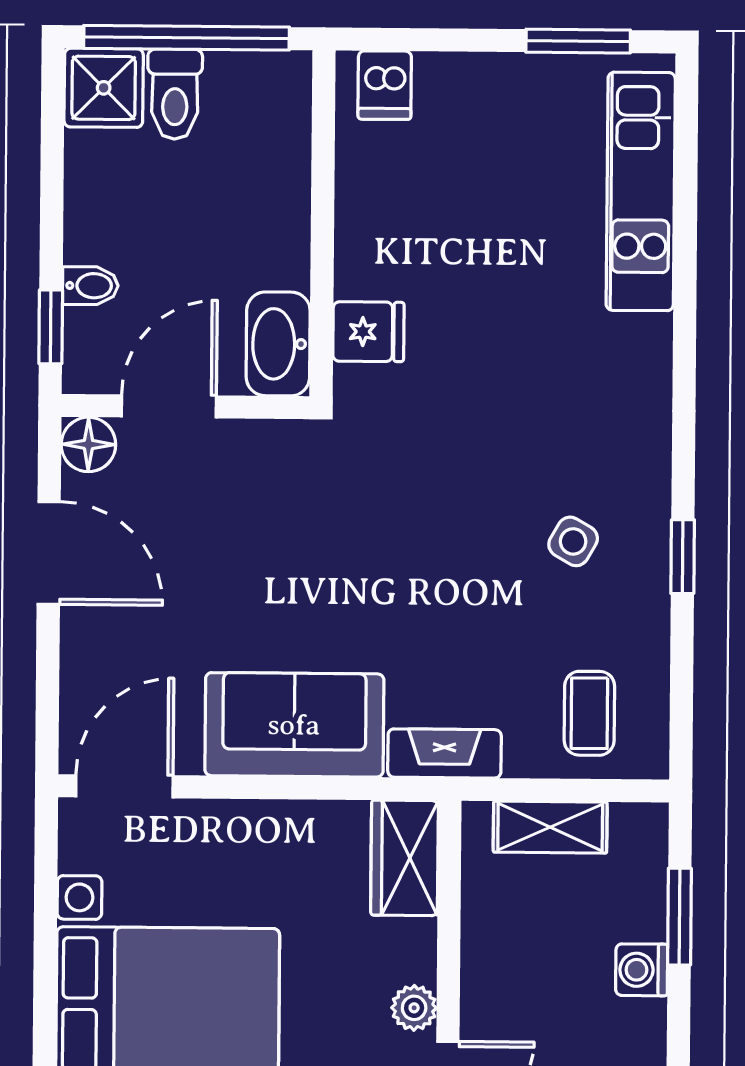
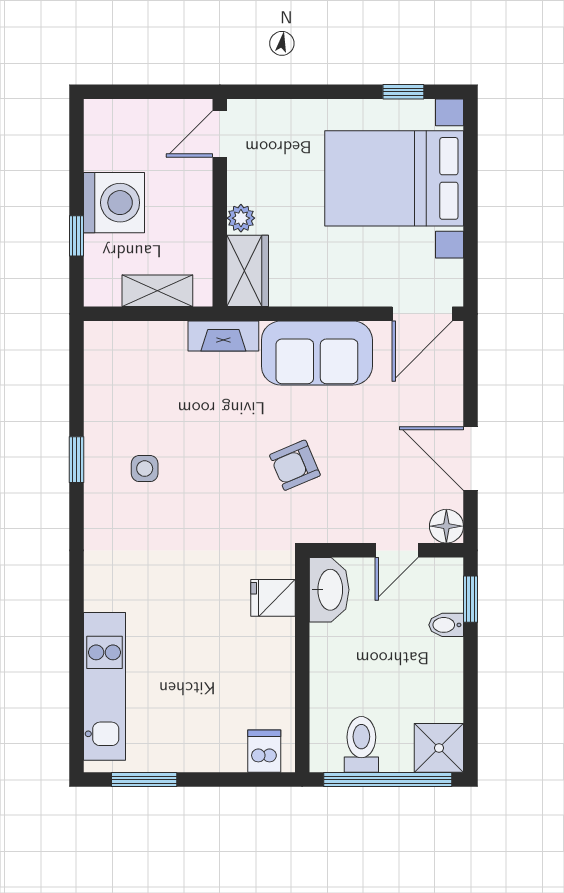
toilet: (175, 94) -> (361, 744), moved
door: (169, 406) -> (397, 550), width x0.73
side table: (573, 541) -> (145, 469), turned -30
armchair: (331, 545) -> (295, 465), added
coffee table: (589, 713) -> (134, 362), removed
window: (679, 917) -> (76, 236), width x0.67
washing machine: (642, 970) -> (114, 203), width x1.89, depth x1.89
plant: (414, 1008) -> (241, 218), moved

